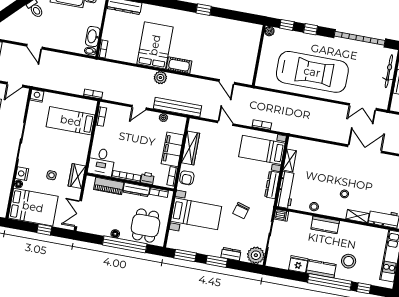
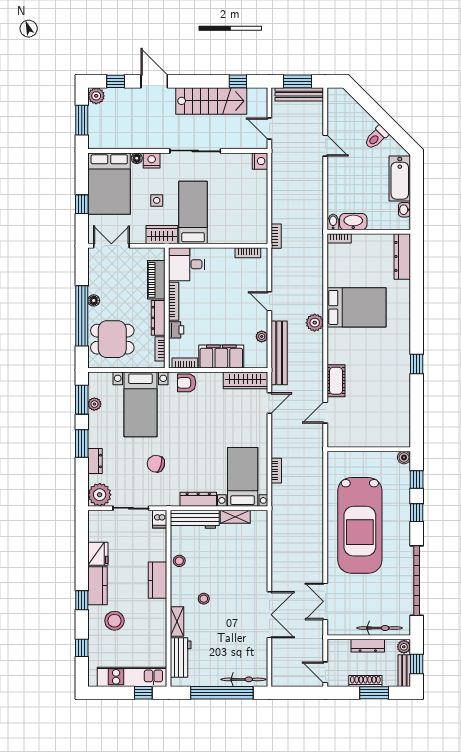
door: (34, 47) -> (325, 146), swing flipped
cot: (179, 65) -> (336, 381), moved
bed: (71, 121) -> (193, 213), moved
door: (225, 123) -> (269, 403), moved
wardrobe: (190, 148) -> (245, 380), moved
plant: (190, 247) -> (94, 404), added
window: (330, 282) -> (82, 600), width x0.32

